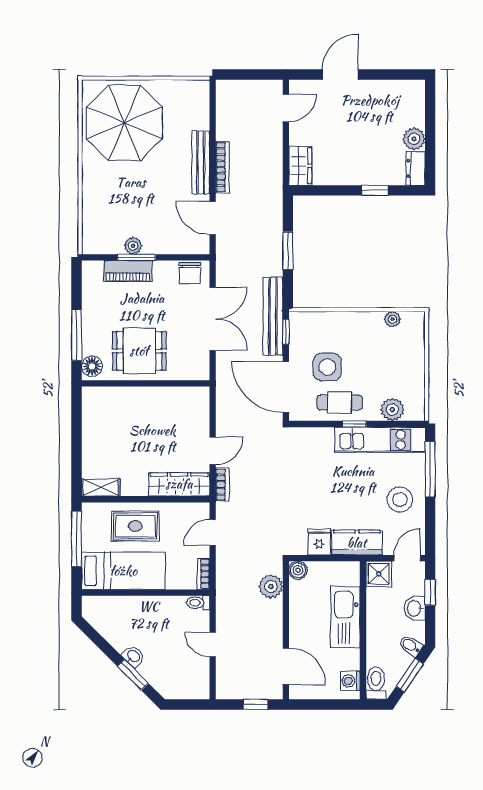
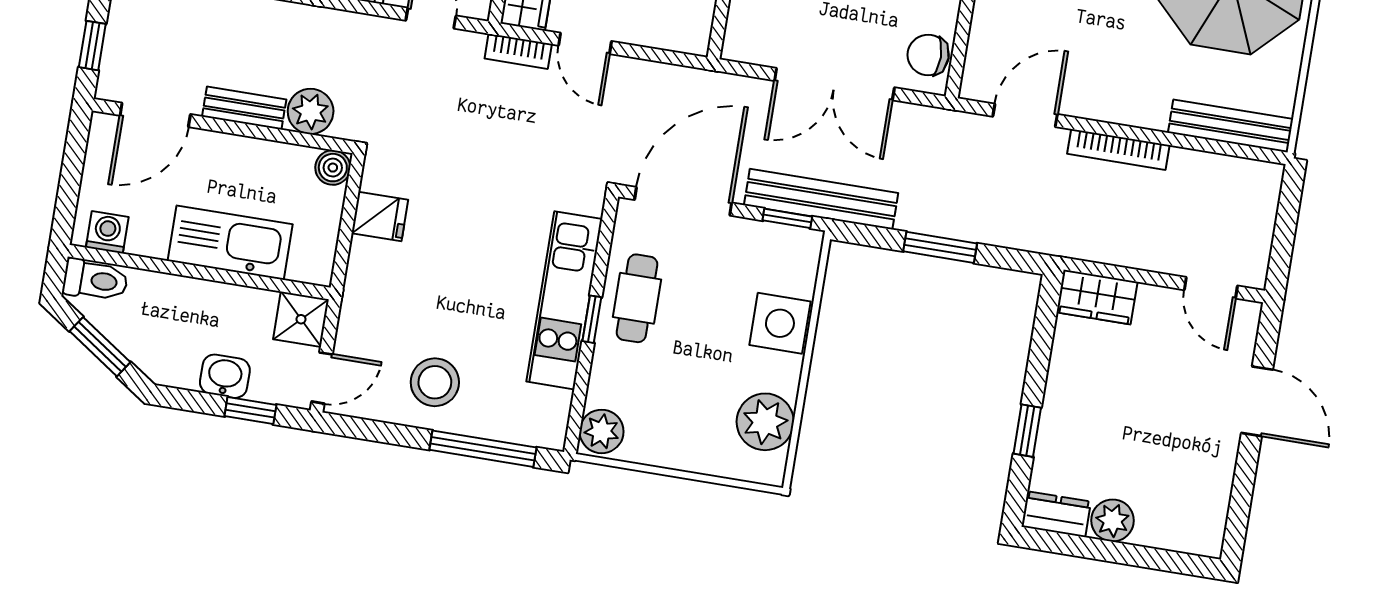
bench: (201, 162) -> (1231, 126), moved
plant: (392, 319) -> (765, 422), width x1.87, depth x1.87
side table: (327, 367) -> (780, 323), moved
plant: (392, 410) -> (602, 431), moved
kitchen unit: (380, 440) -> (564, 300), moved
kitchen counter: (357, 543) -> (367, 288), removed
door: (407, 558) -> (322, 378), hinge flipped
bench: (275, 621) -> (244, 108), added
bidet: (411, 646) -> (155, 357), removed

